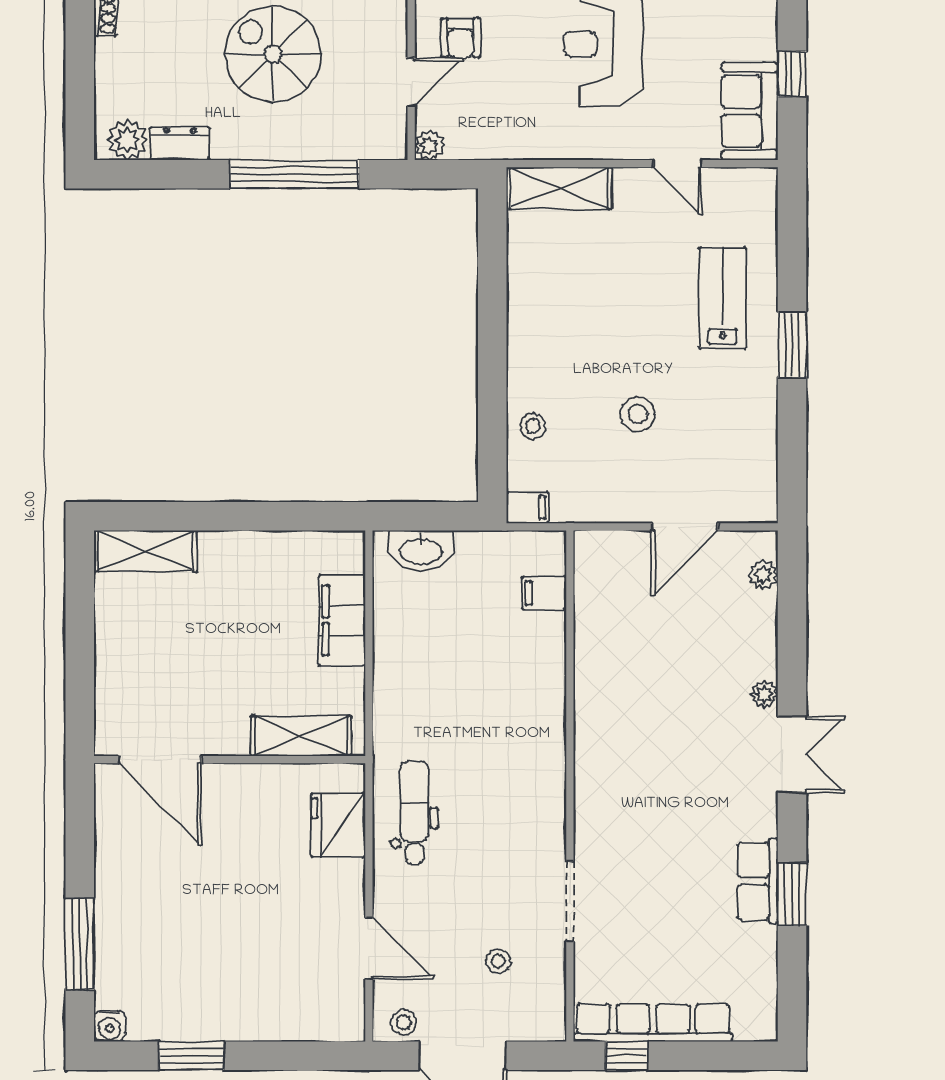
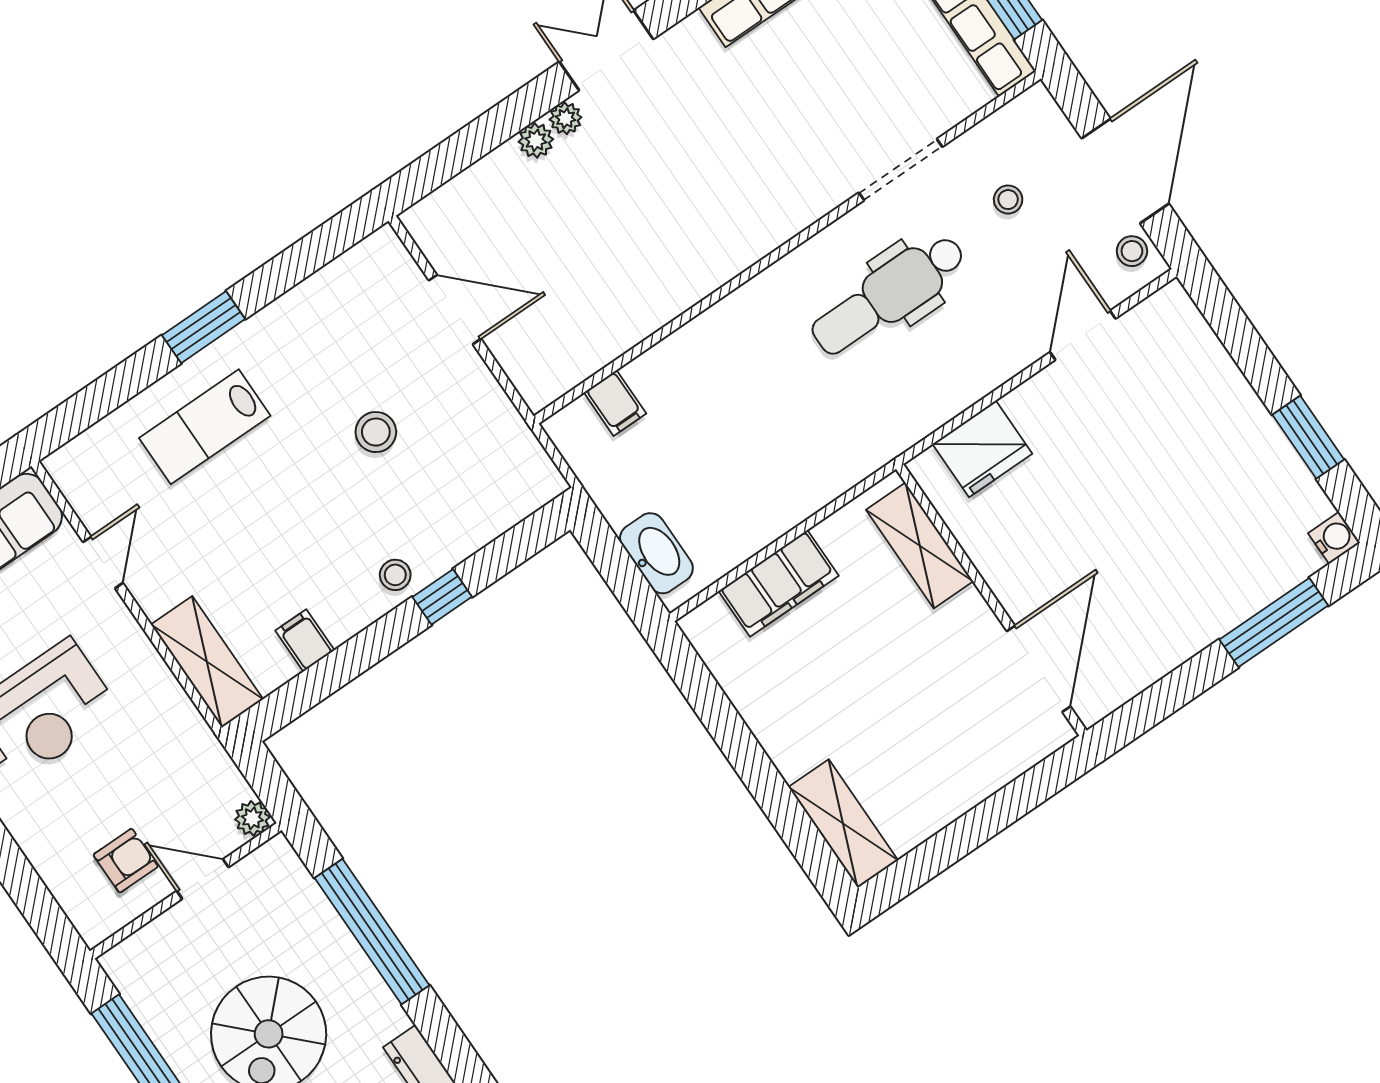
window: (492, 382) -> (442, 597), added
stool: (533, 426) -> (395, 575), moved
filing cabinet: (527, 508) -> (305, 640), moved
plant: (763, 575) -> (536, 140), moved
dental chair: (415, 813) -> (889, 295), moved, width x1.36, depth x1.38

